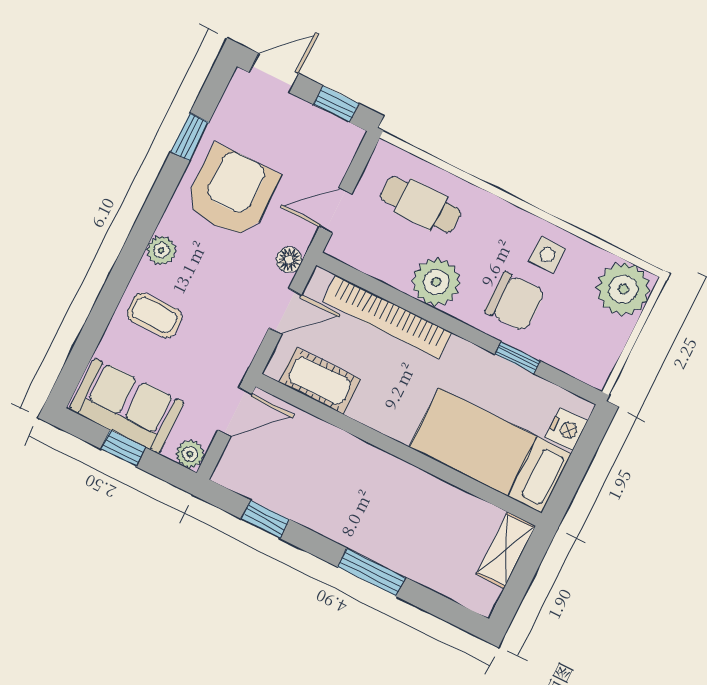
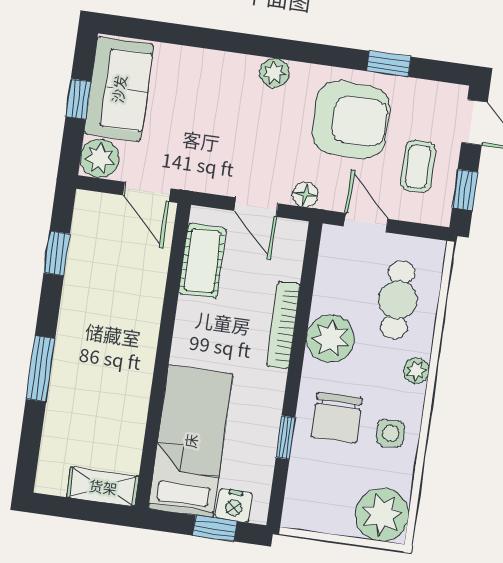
plant: (495, 209) -> (416, 371), added
coffee table: (155, 315) -> (418, 166), moved
bookcase: (387, 317) -> (283, 325), width x0.68, depth x0.76
plant: (190, 454) -> (100, 158), width x1.38, depth x1.38
window: (582, 455) -> (215, 528), added

